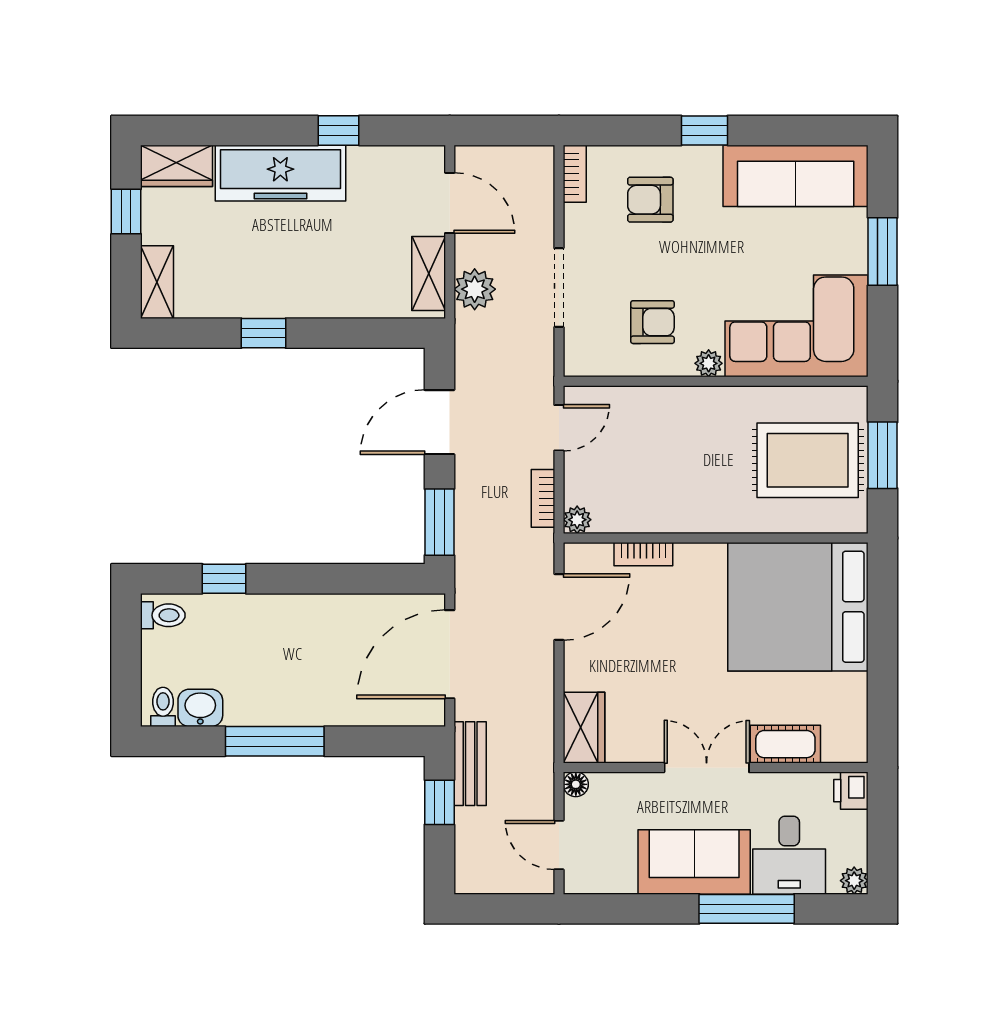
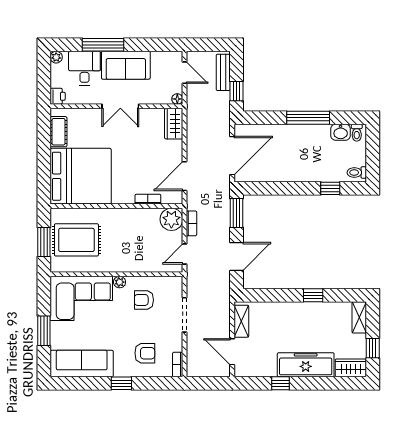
plant: (475, 289) -> (221, 314), removed
plant: (577, 520) -> (171, 219), width x1.87, depth x1.87
cot: (785, 744) -> (58, 132), moved, turned 90
bench: (470, 764) -> (223, 72), moved

